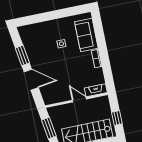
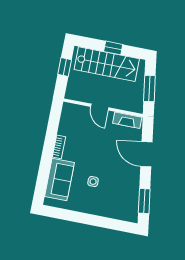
window: (22, 56) -> (144, 201), moved
fireplace: (96, 90) -> (127, 120), moved

